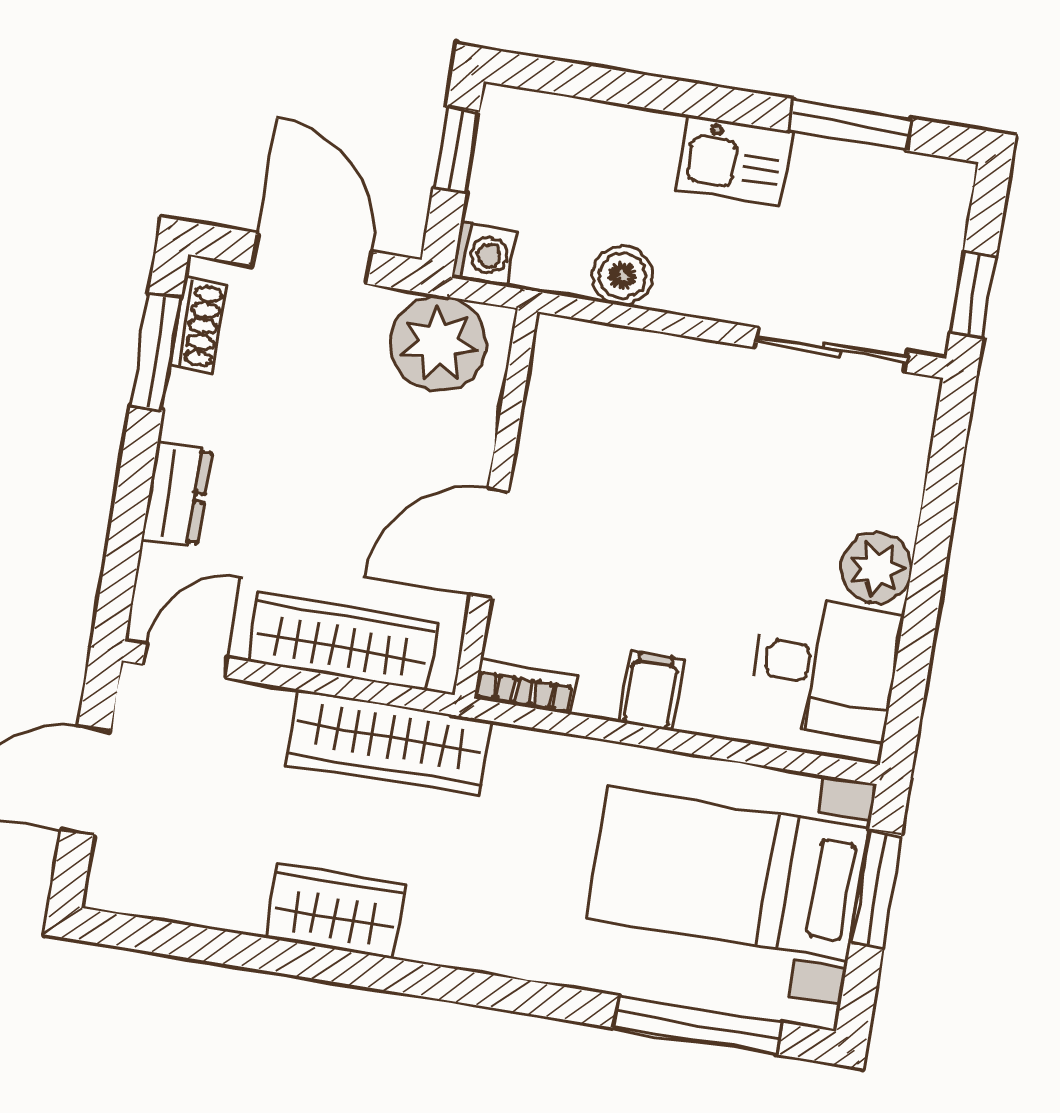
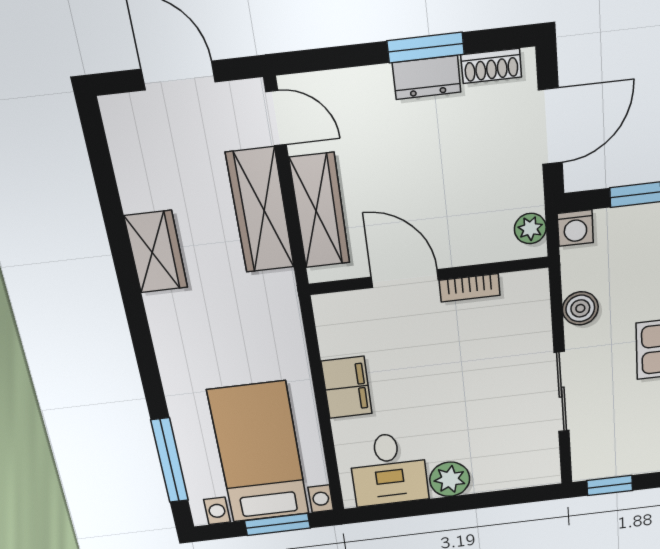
plant: (438, 344) -> (530, 229), width x0.53, depth x0.53
sliding door: (832, 350) -> (562, 392), moved
window: (156, 352) -> (426, 48), moved
dresser: (177, 494) -> (427, 77), moved
bookcase: (525, 687) -> (470, 288), moved, turned 90
filing cabinet: (651, 691) -> (347, 388), width x2.00
wardrobe: (389, 743) -> (260, 211), moved

